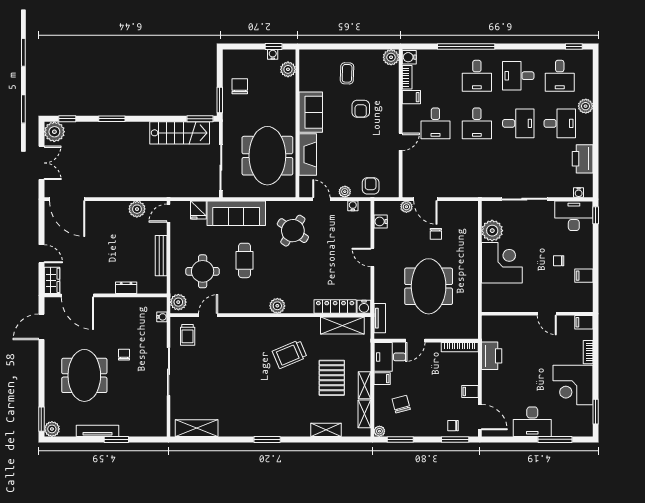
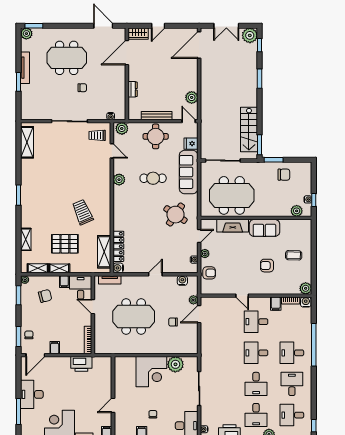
round table: (203, 271) -> (156, 136), moved
plant: (277, 306) -> (119, 180), moved

